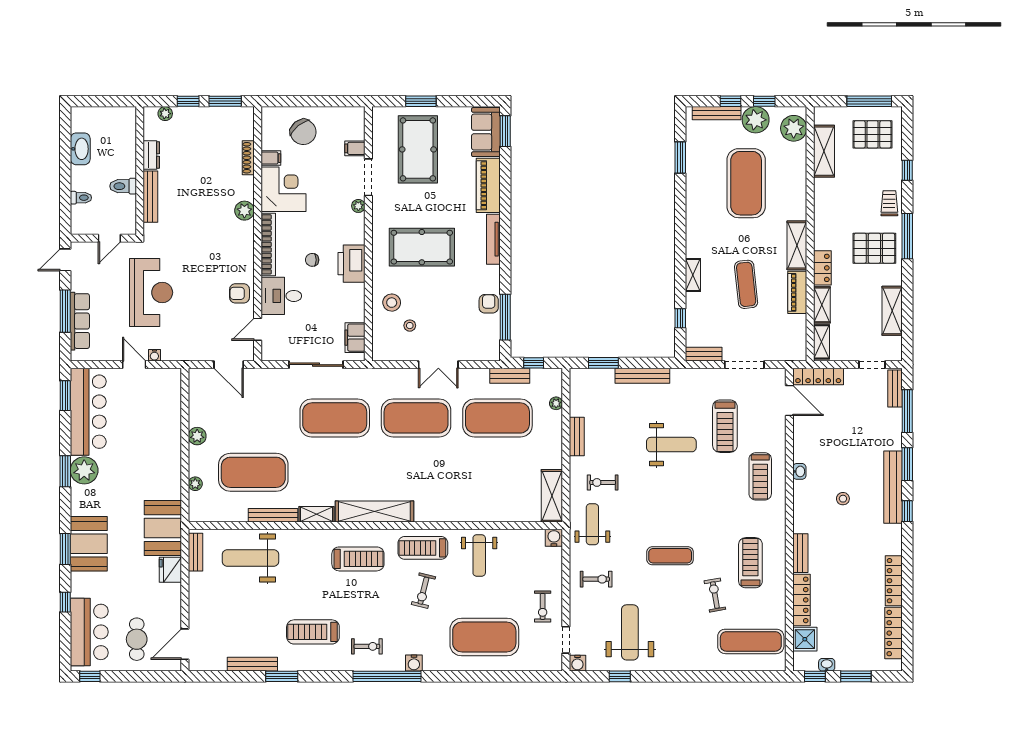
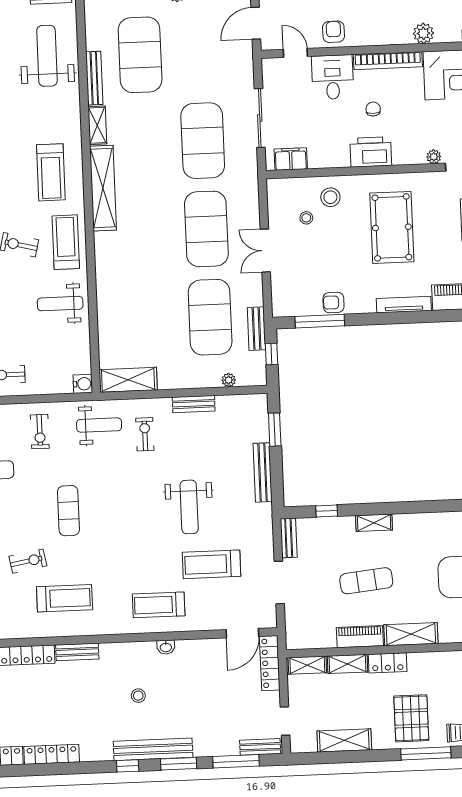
armchair: (489, 304) -> (333, 302), turned 180

